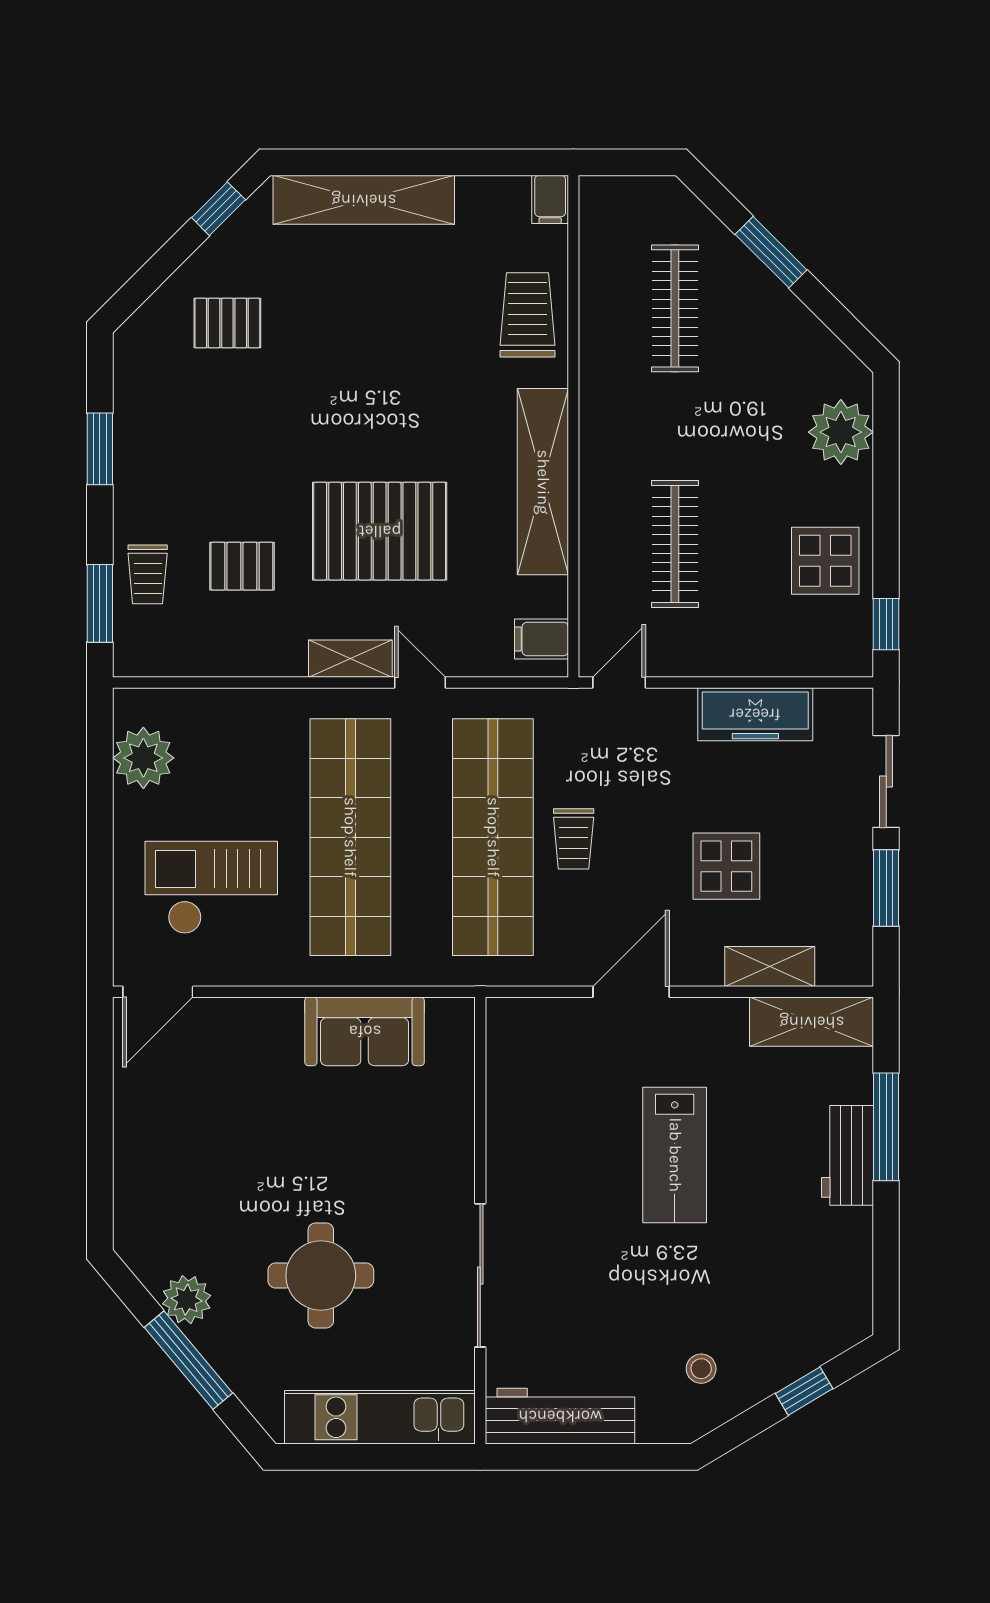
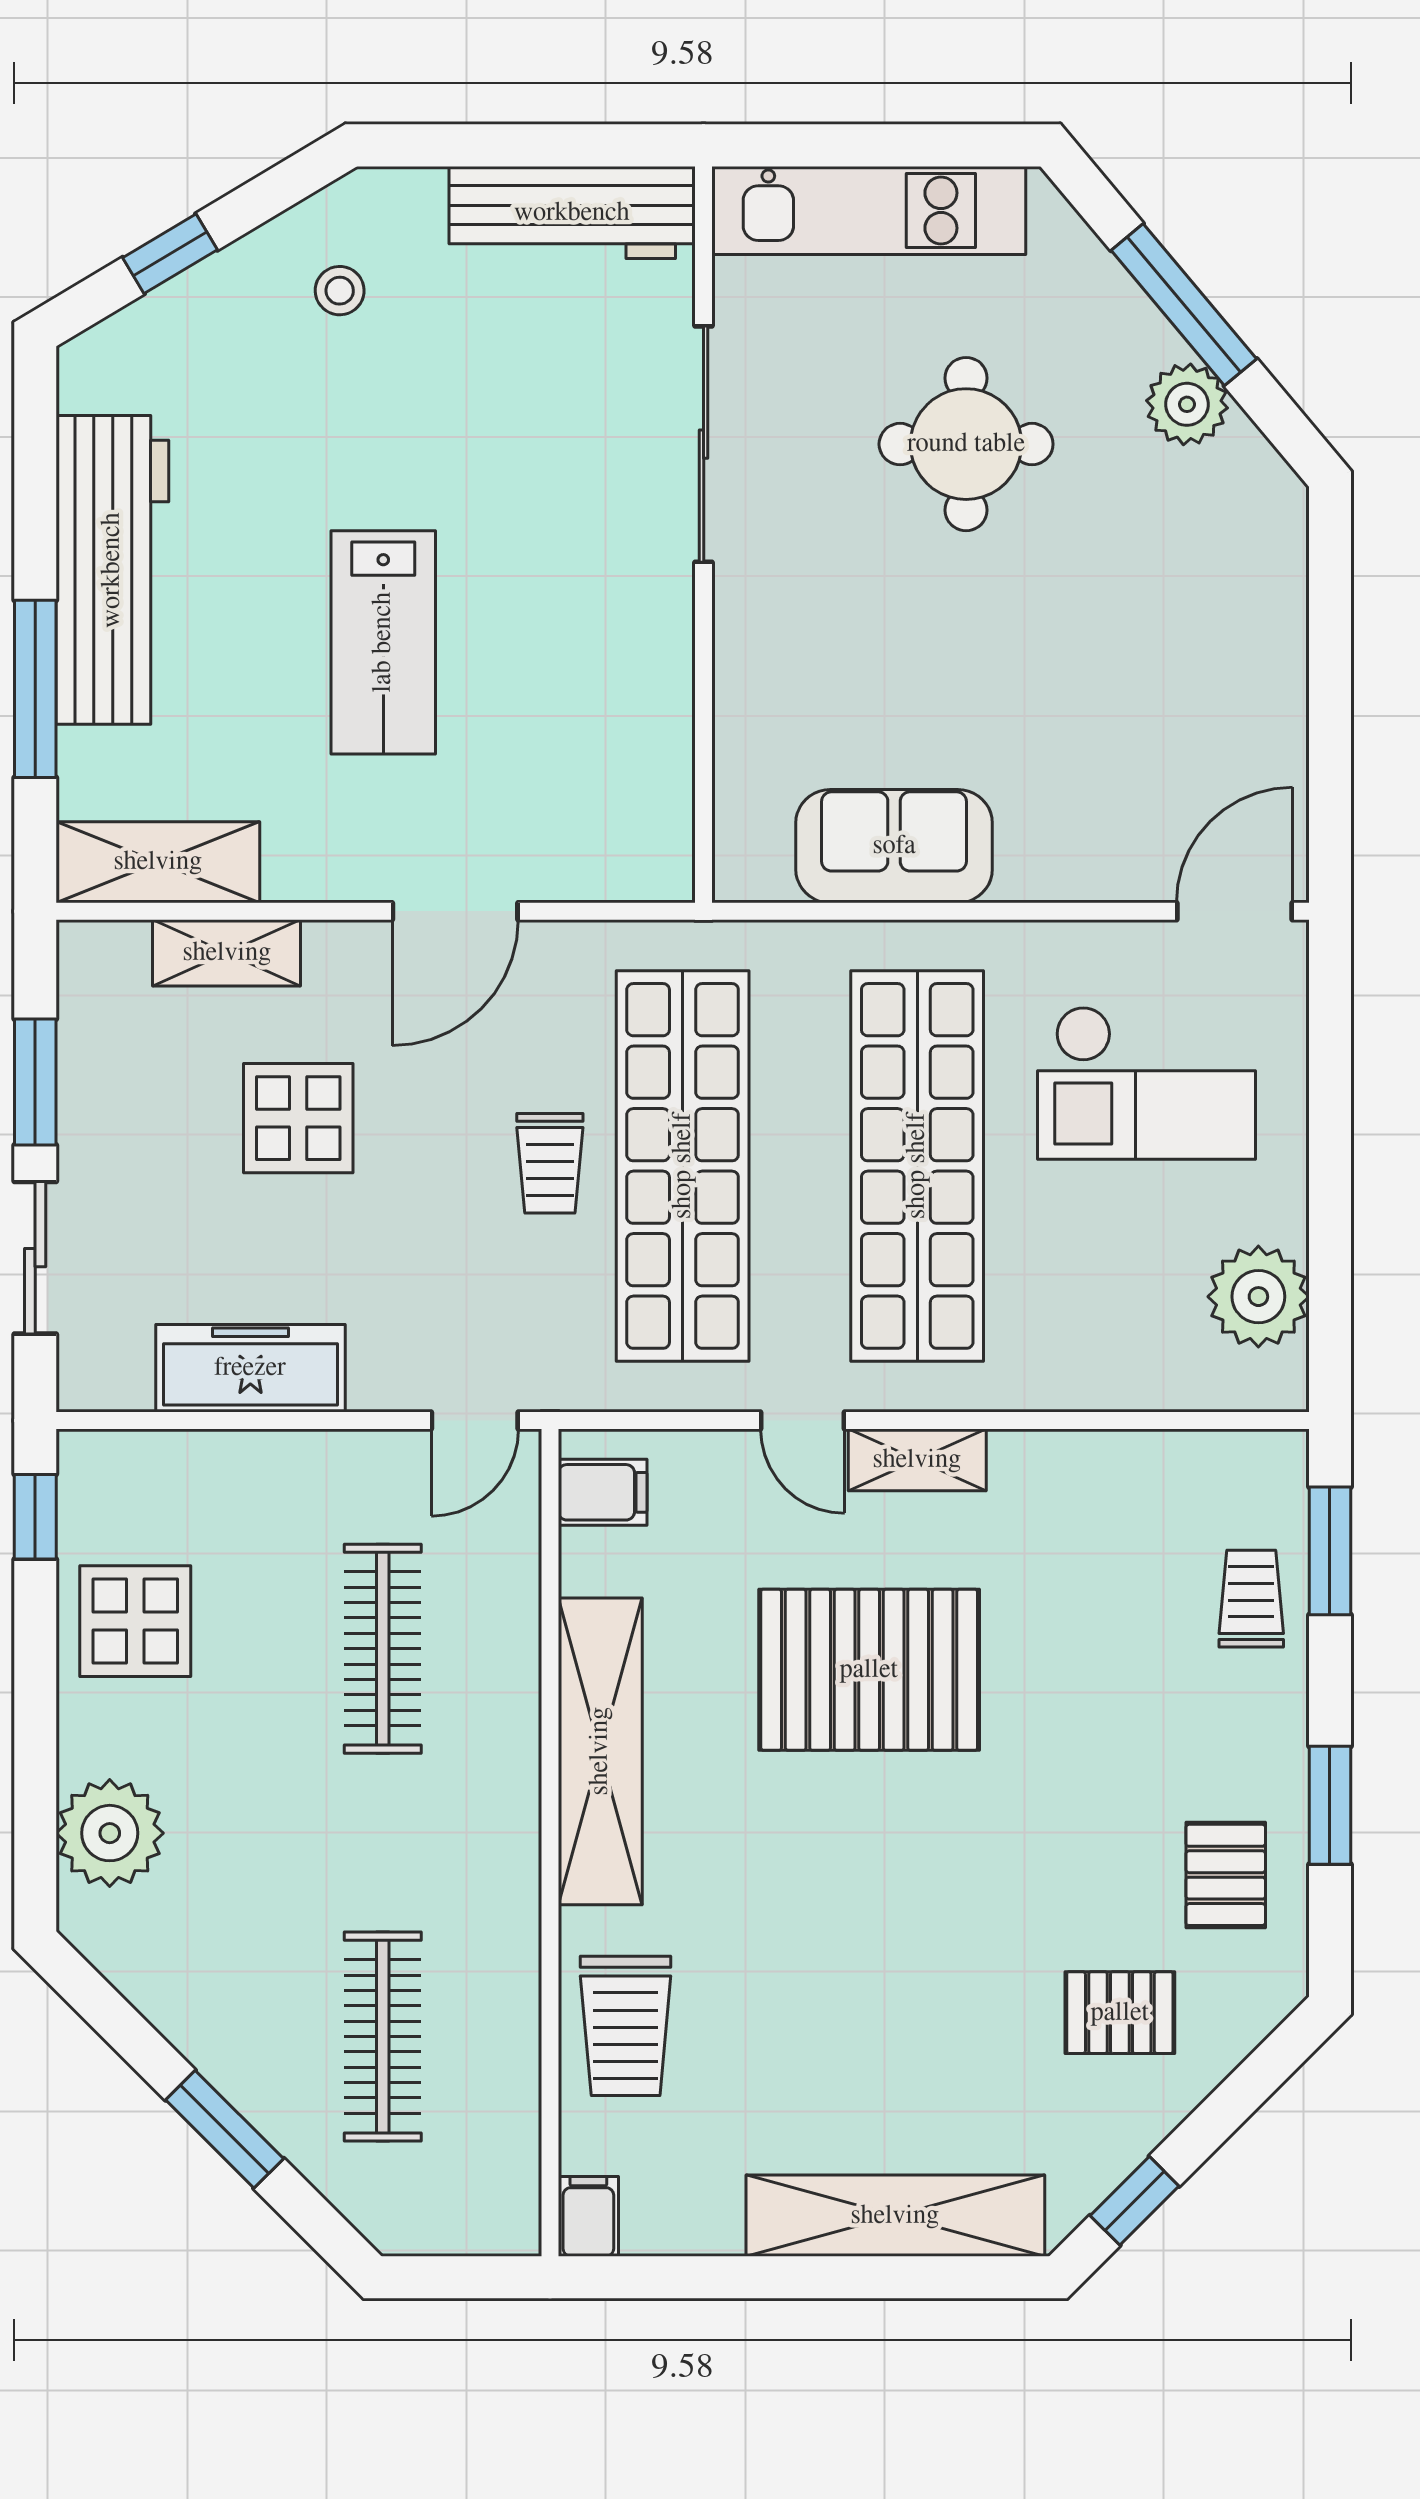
pallet: (242, 566) -> (1226, 1875), moved, turned 90
trolley: (574, 839) -> (550, 1163), turned 180
lab bench: (675, 1155) -> (383, 642), turned 180
workbench: (847, 1155) -> (112, 570), width x1.88, depth x1.32

